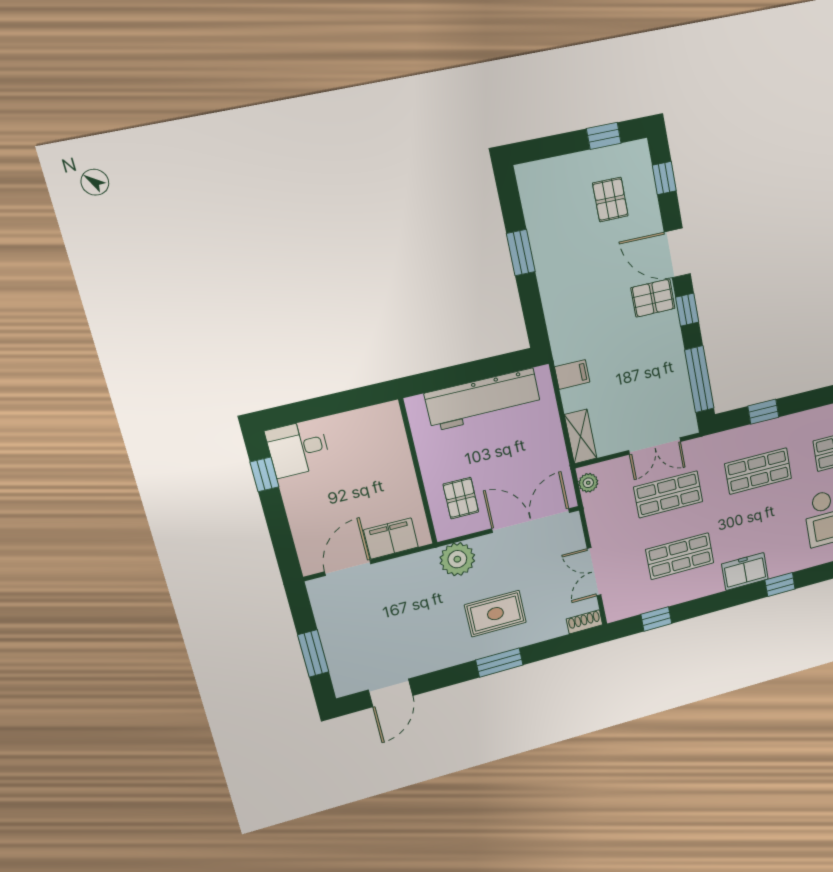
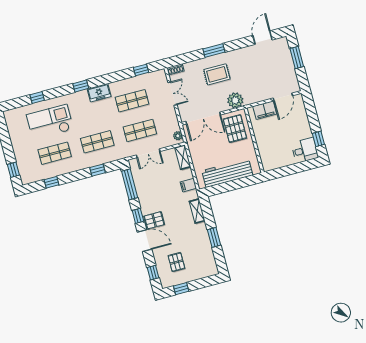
shelving: (556, 315) -> (197, 211), added
double door: (655, 446) -> (148, 153), swing flipped
pallet: (461, 498) -> (235, 129), width x1.50, depth x1.42

